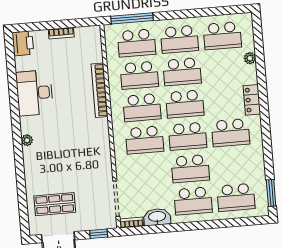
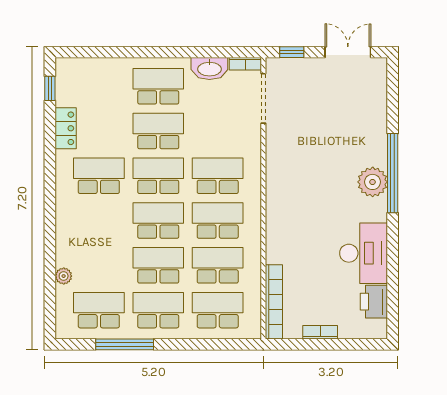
window: (132, 18) -> (125, 344), moved
printer: (23, 43) -> (374, 302), moved
bookcase: (100, 90) -> (274, 302), moved
locker: (252, 100) -> (66, 128), moved
plant: (27, 140) -> (373, 182), width x1.87, depth x1.87
window: (18, 152) -> (393, 173), added
window: (271, 193) -> (50, 88), width x0.67
school desk: (236, 197) -> (99, 86), removed
shop shelf: (55, 204) -> (349, 98), removed

